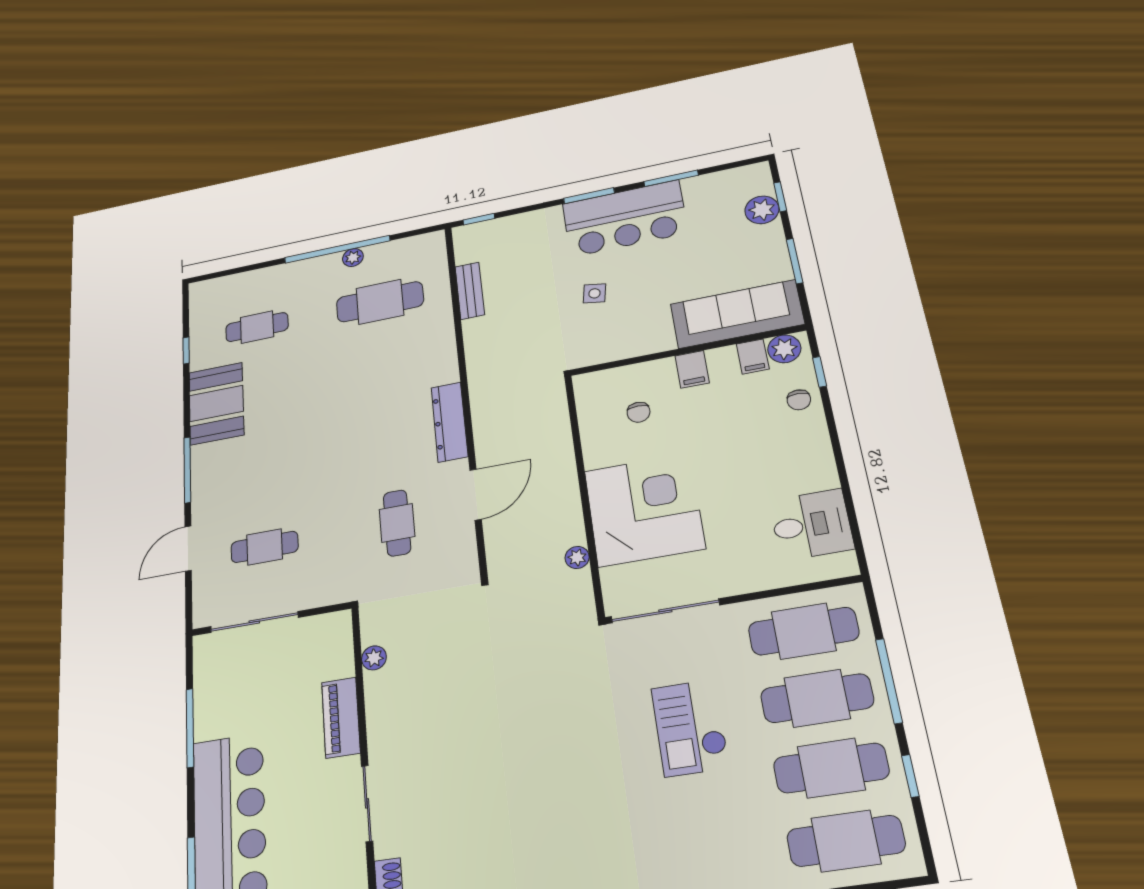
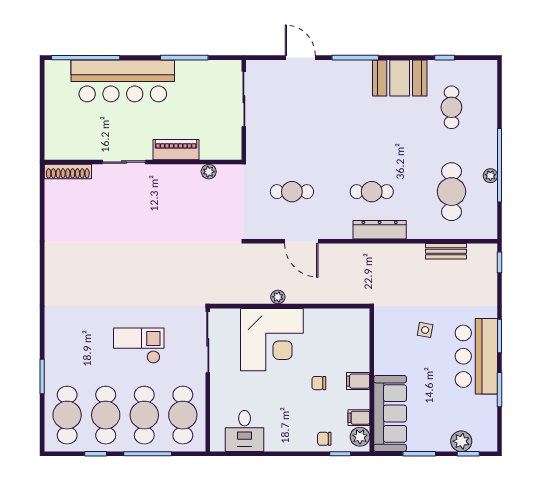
chair: (639, 412) -> (319, 383), moved
dresser: (449, 422) -> (380, 230), moved
cafe table: (265, 547) -> (372, 192), moved, turned 90
plant: (577, 557) -> (278, 297), moved

